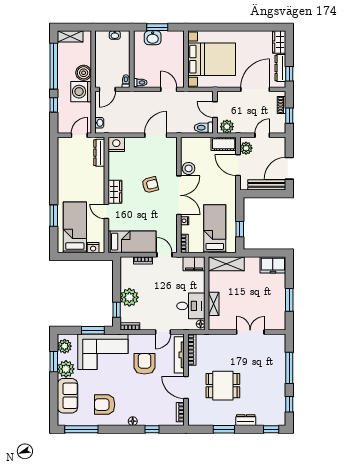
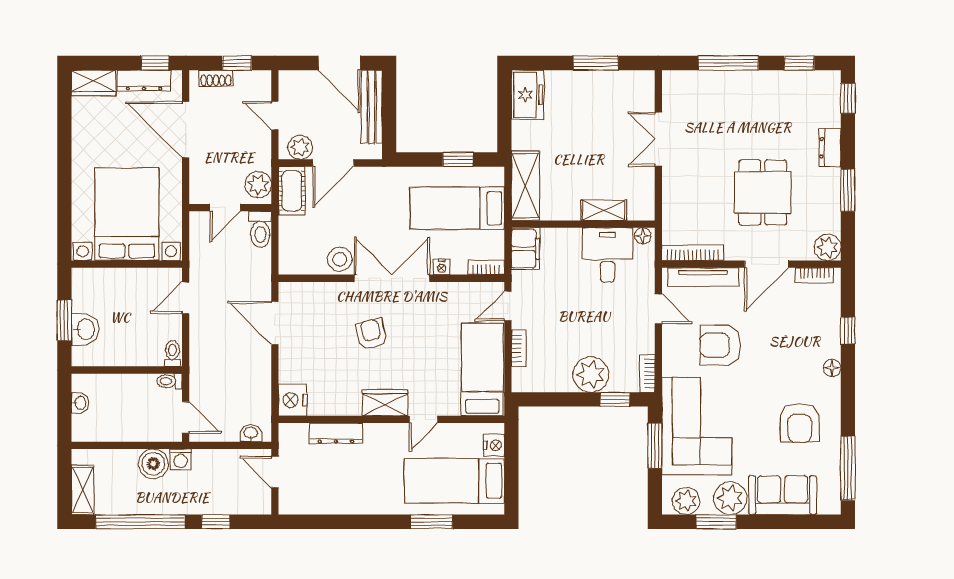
washing machine: (81, 92) -> (181, 459), width x0.53, depth x0.53
dresser: (99, 153) -> (336, 433), moved
plant: (195, 419) -> (828, 247), added

